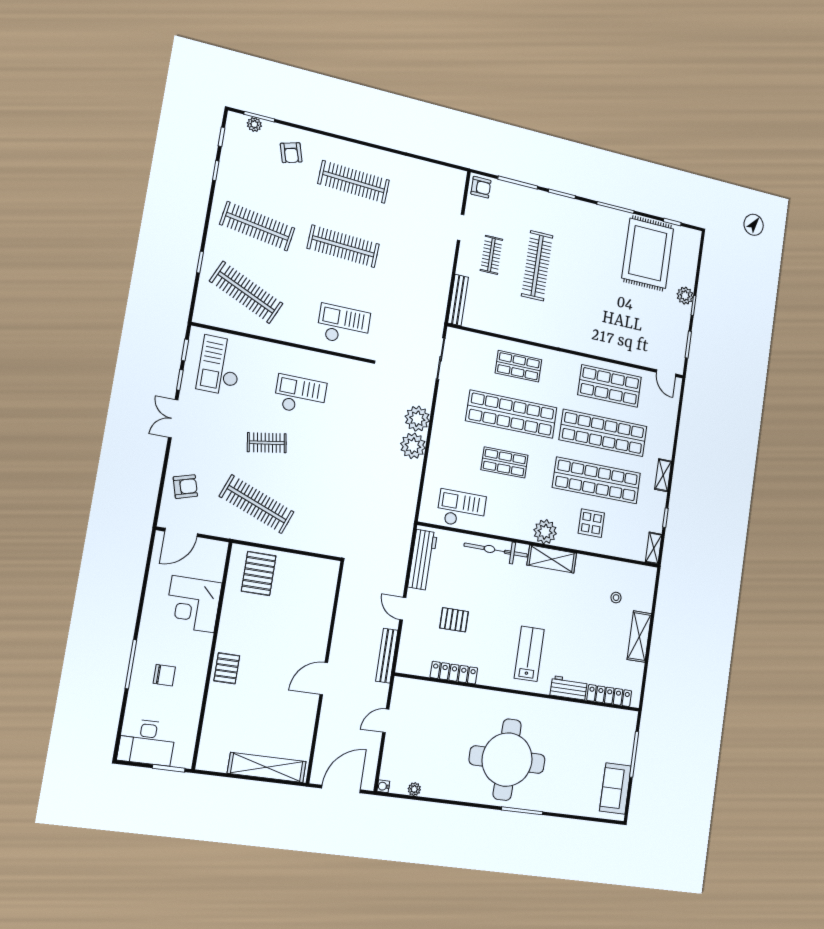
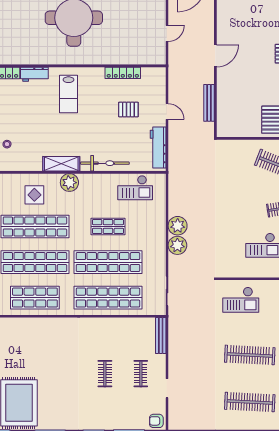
clothes rail: (537, 266) -> (105, 374), width x0.54, depth x0.76
shop shelf: (518, 366) -> (108, 298), width x2.00, depth x1.36
bench: (387, 656) -> (209, 103), moved

